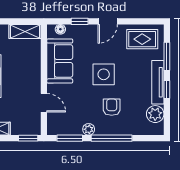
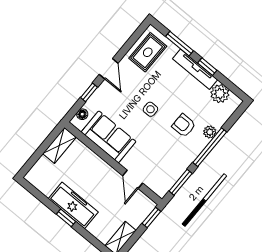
side table: (104, 74) -> (150, 109), width x0.54, depth x0.54
door: (44, 103) -> (133, 179), swing flipped
plant: (89, 129) -> (210, 132), moved

